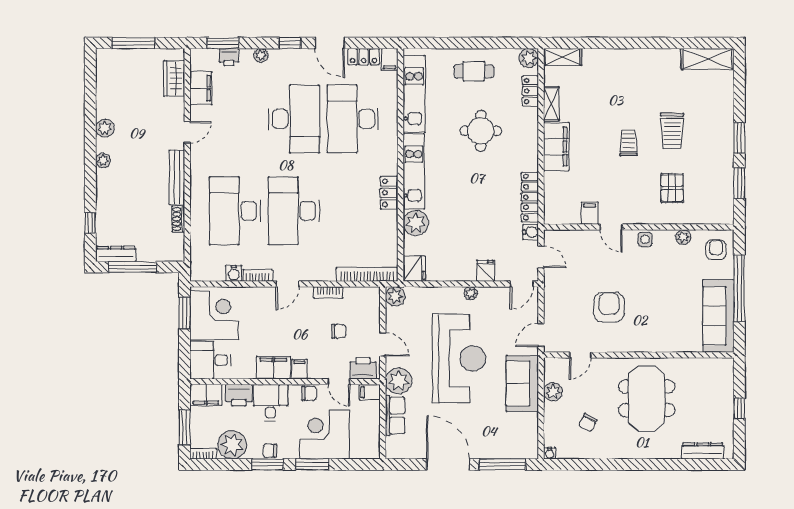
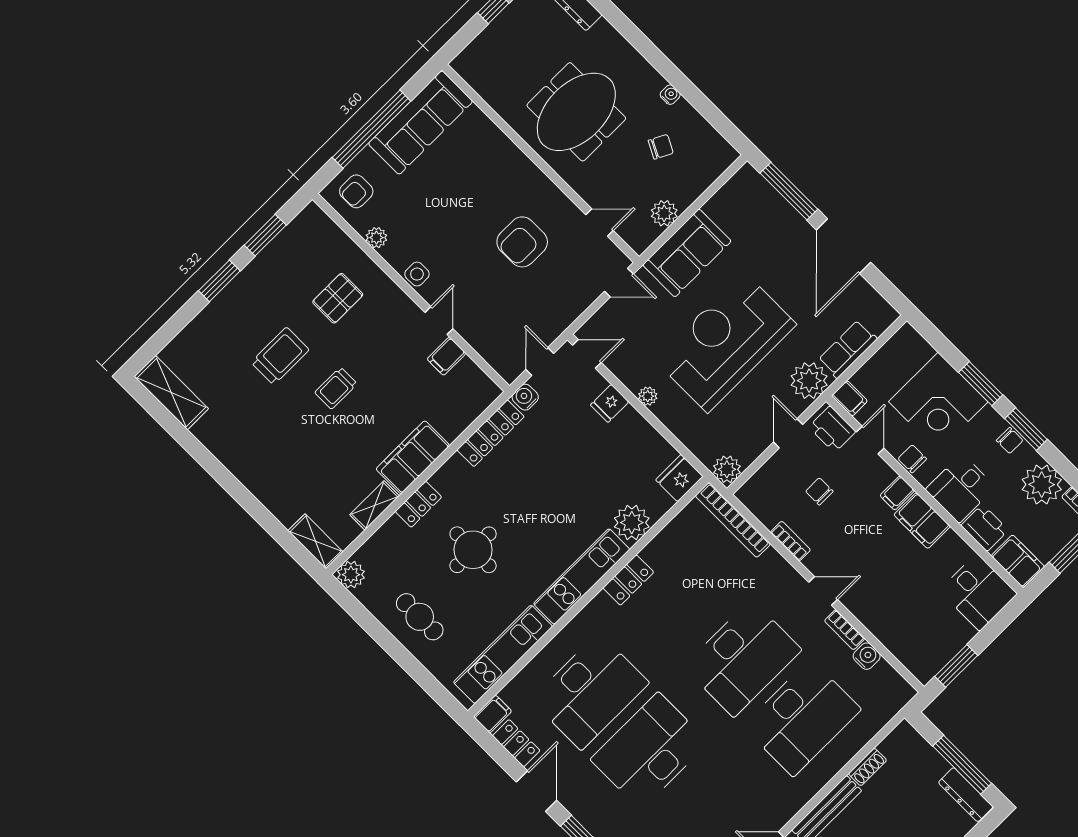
locker: (530, 91) -> (418, 504), moved
corner desk: (214, 315) -> (929, 633), removed
water cooler: (550, 453) -> (670, 95), moved

